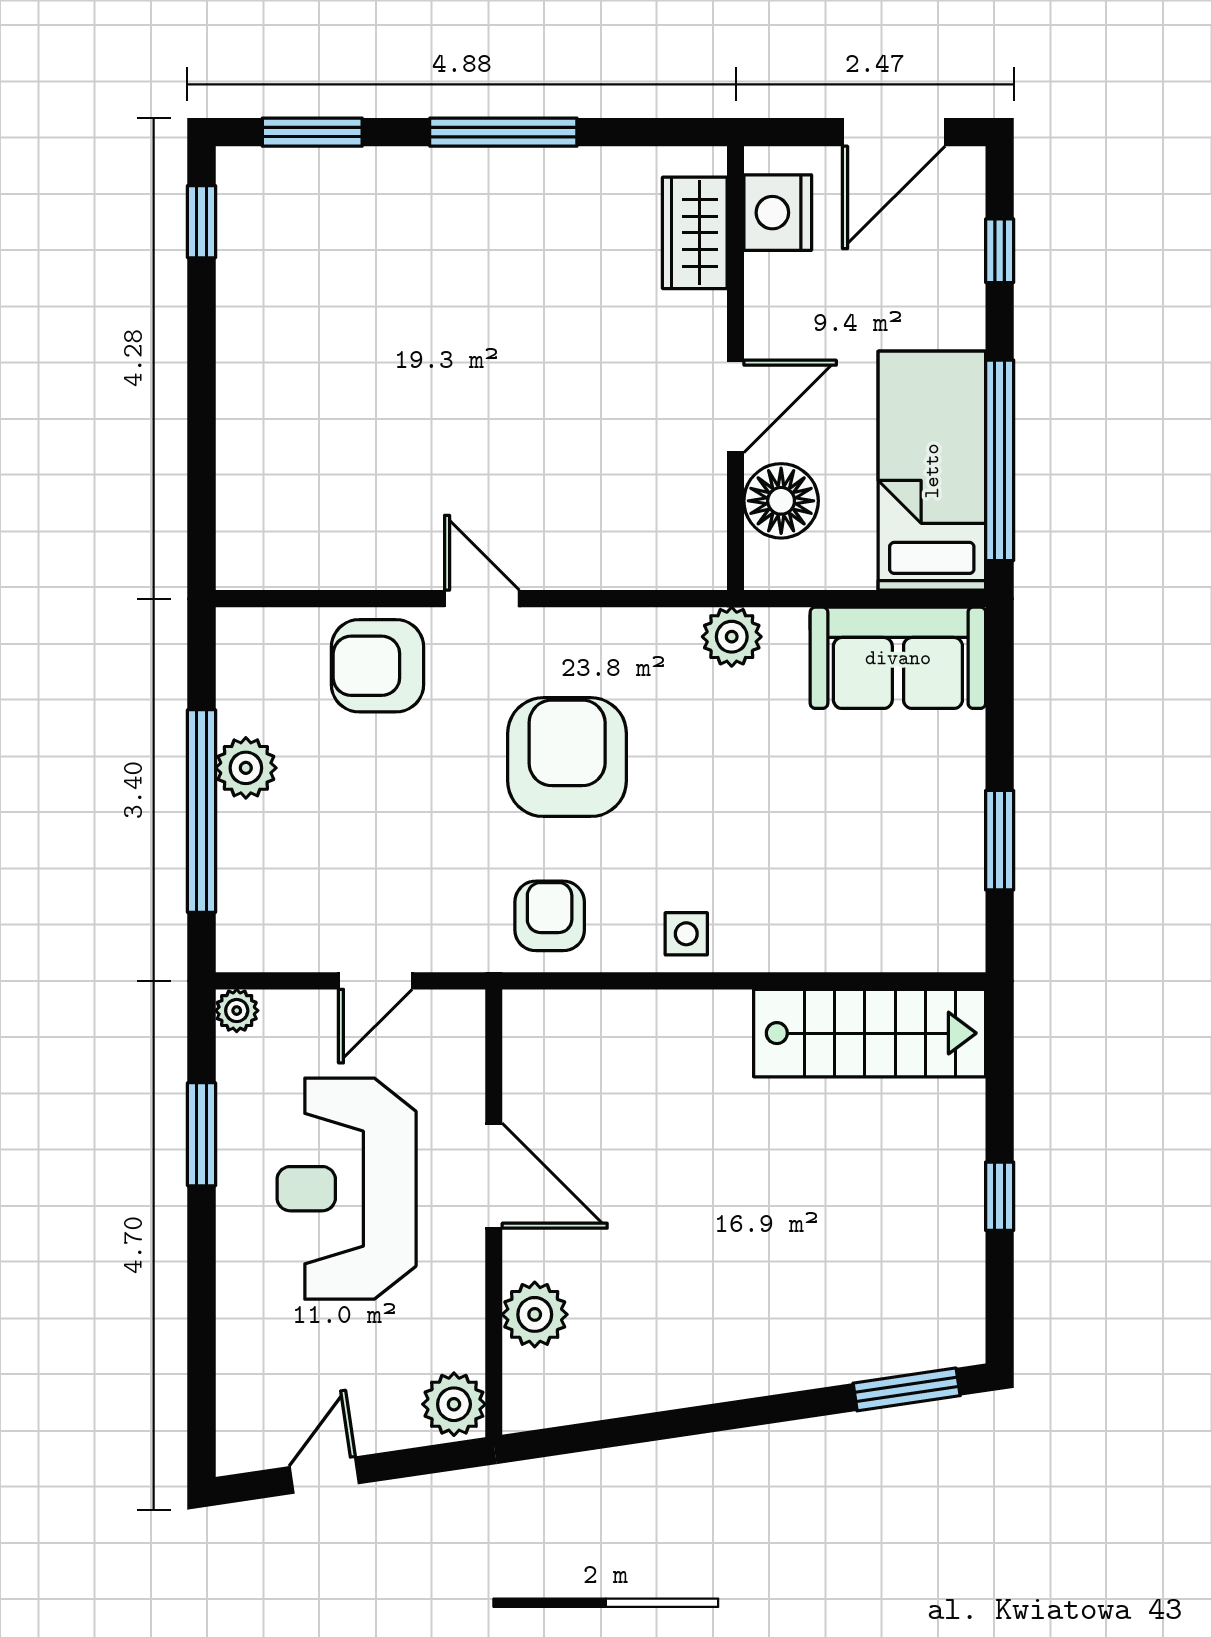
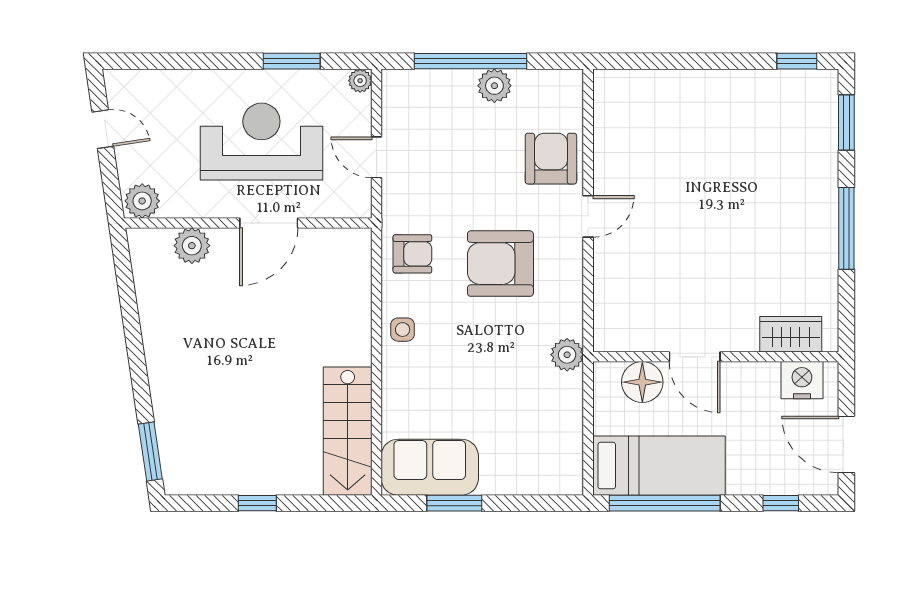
sofa: (898, 658) -> (430, 467), moved, turned 90
armchair: (567, 757) -> (500, 264), turned 180

